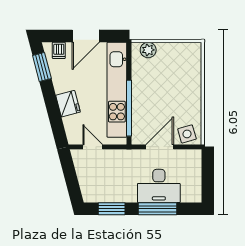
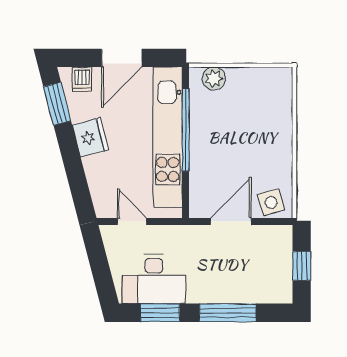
fridge: (68, 104) -> (90, 137), moved
window: (129, 108) -> (186, 130), moved
window: (208, 177) -> (302, 266), added
desk: (159, 186) -> (154, 279), moved

